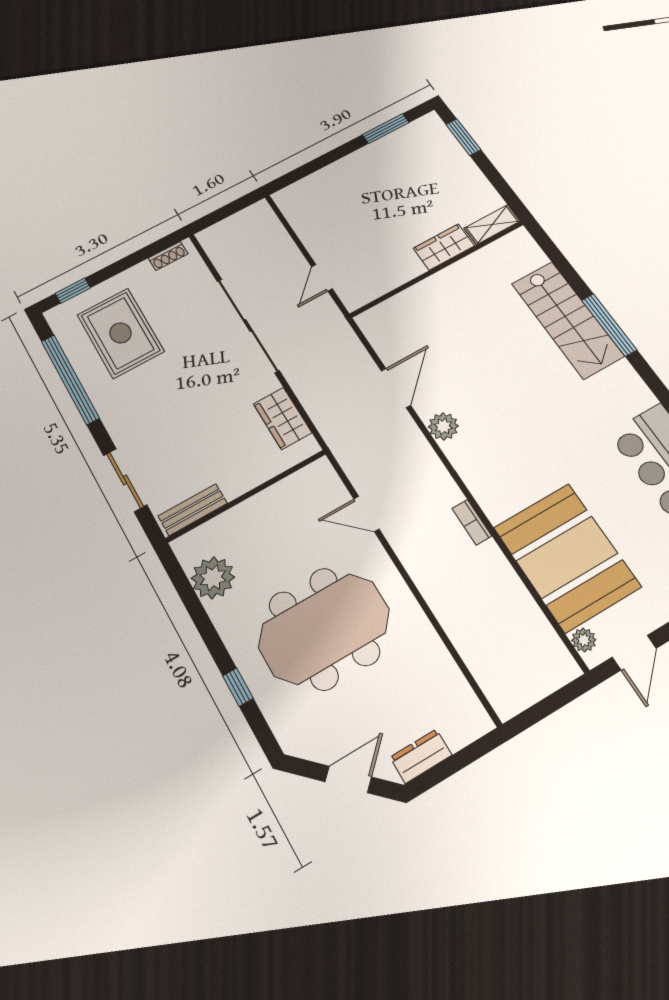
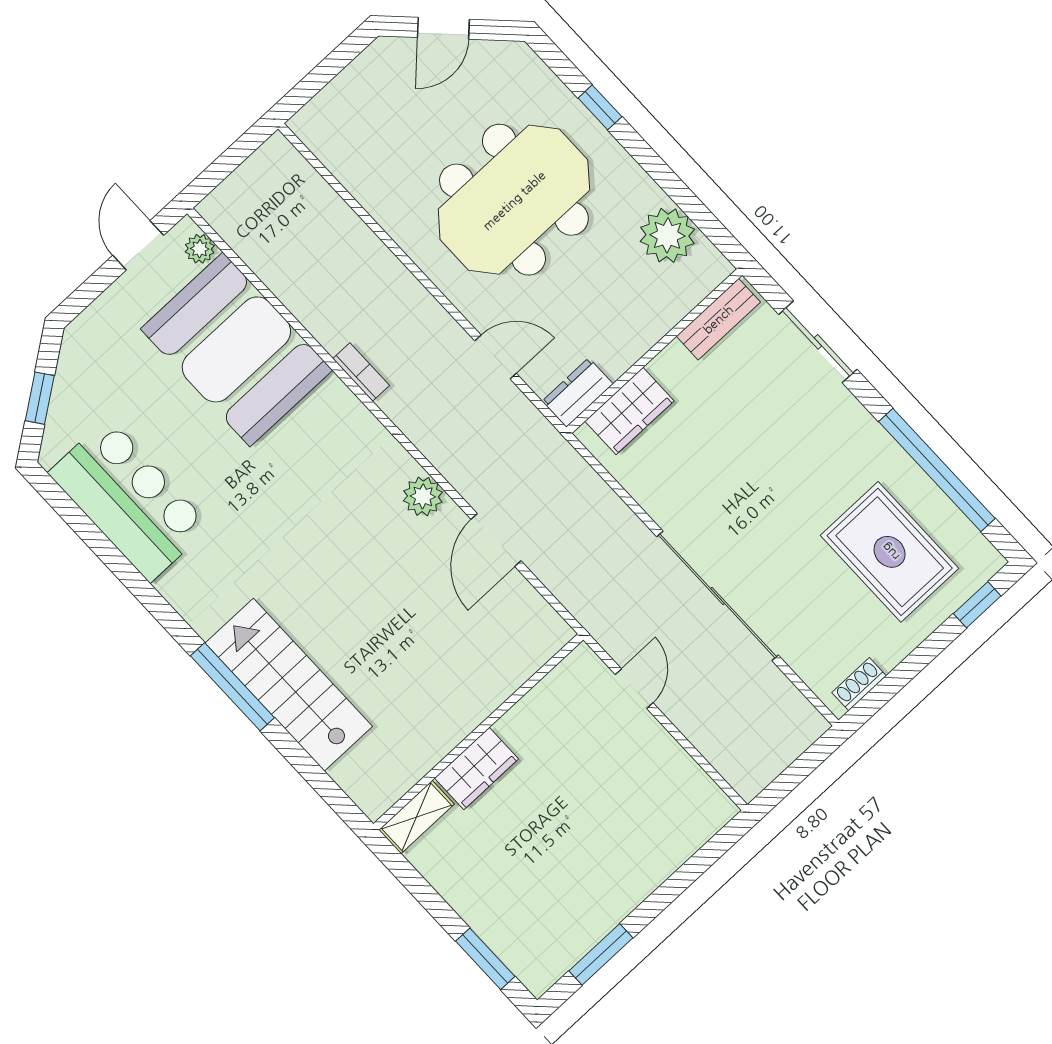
wardrobe: (283, 418) -> (629, 411), moved, turned 90
dresser: (421, 756) -> (578, 393), moved, turned 180

